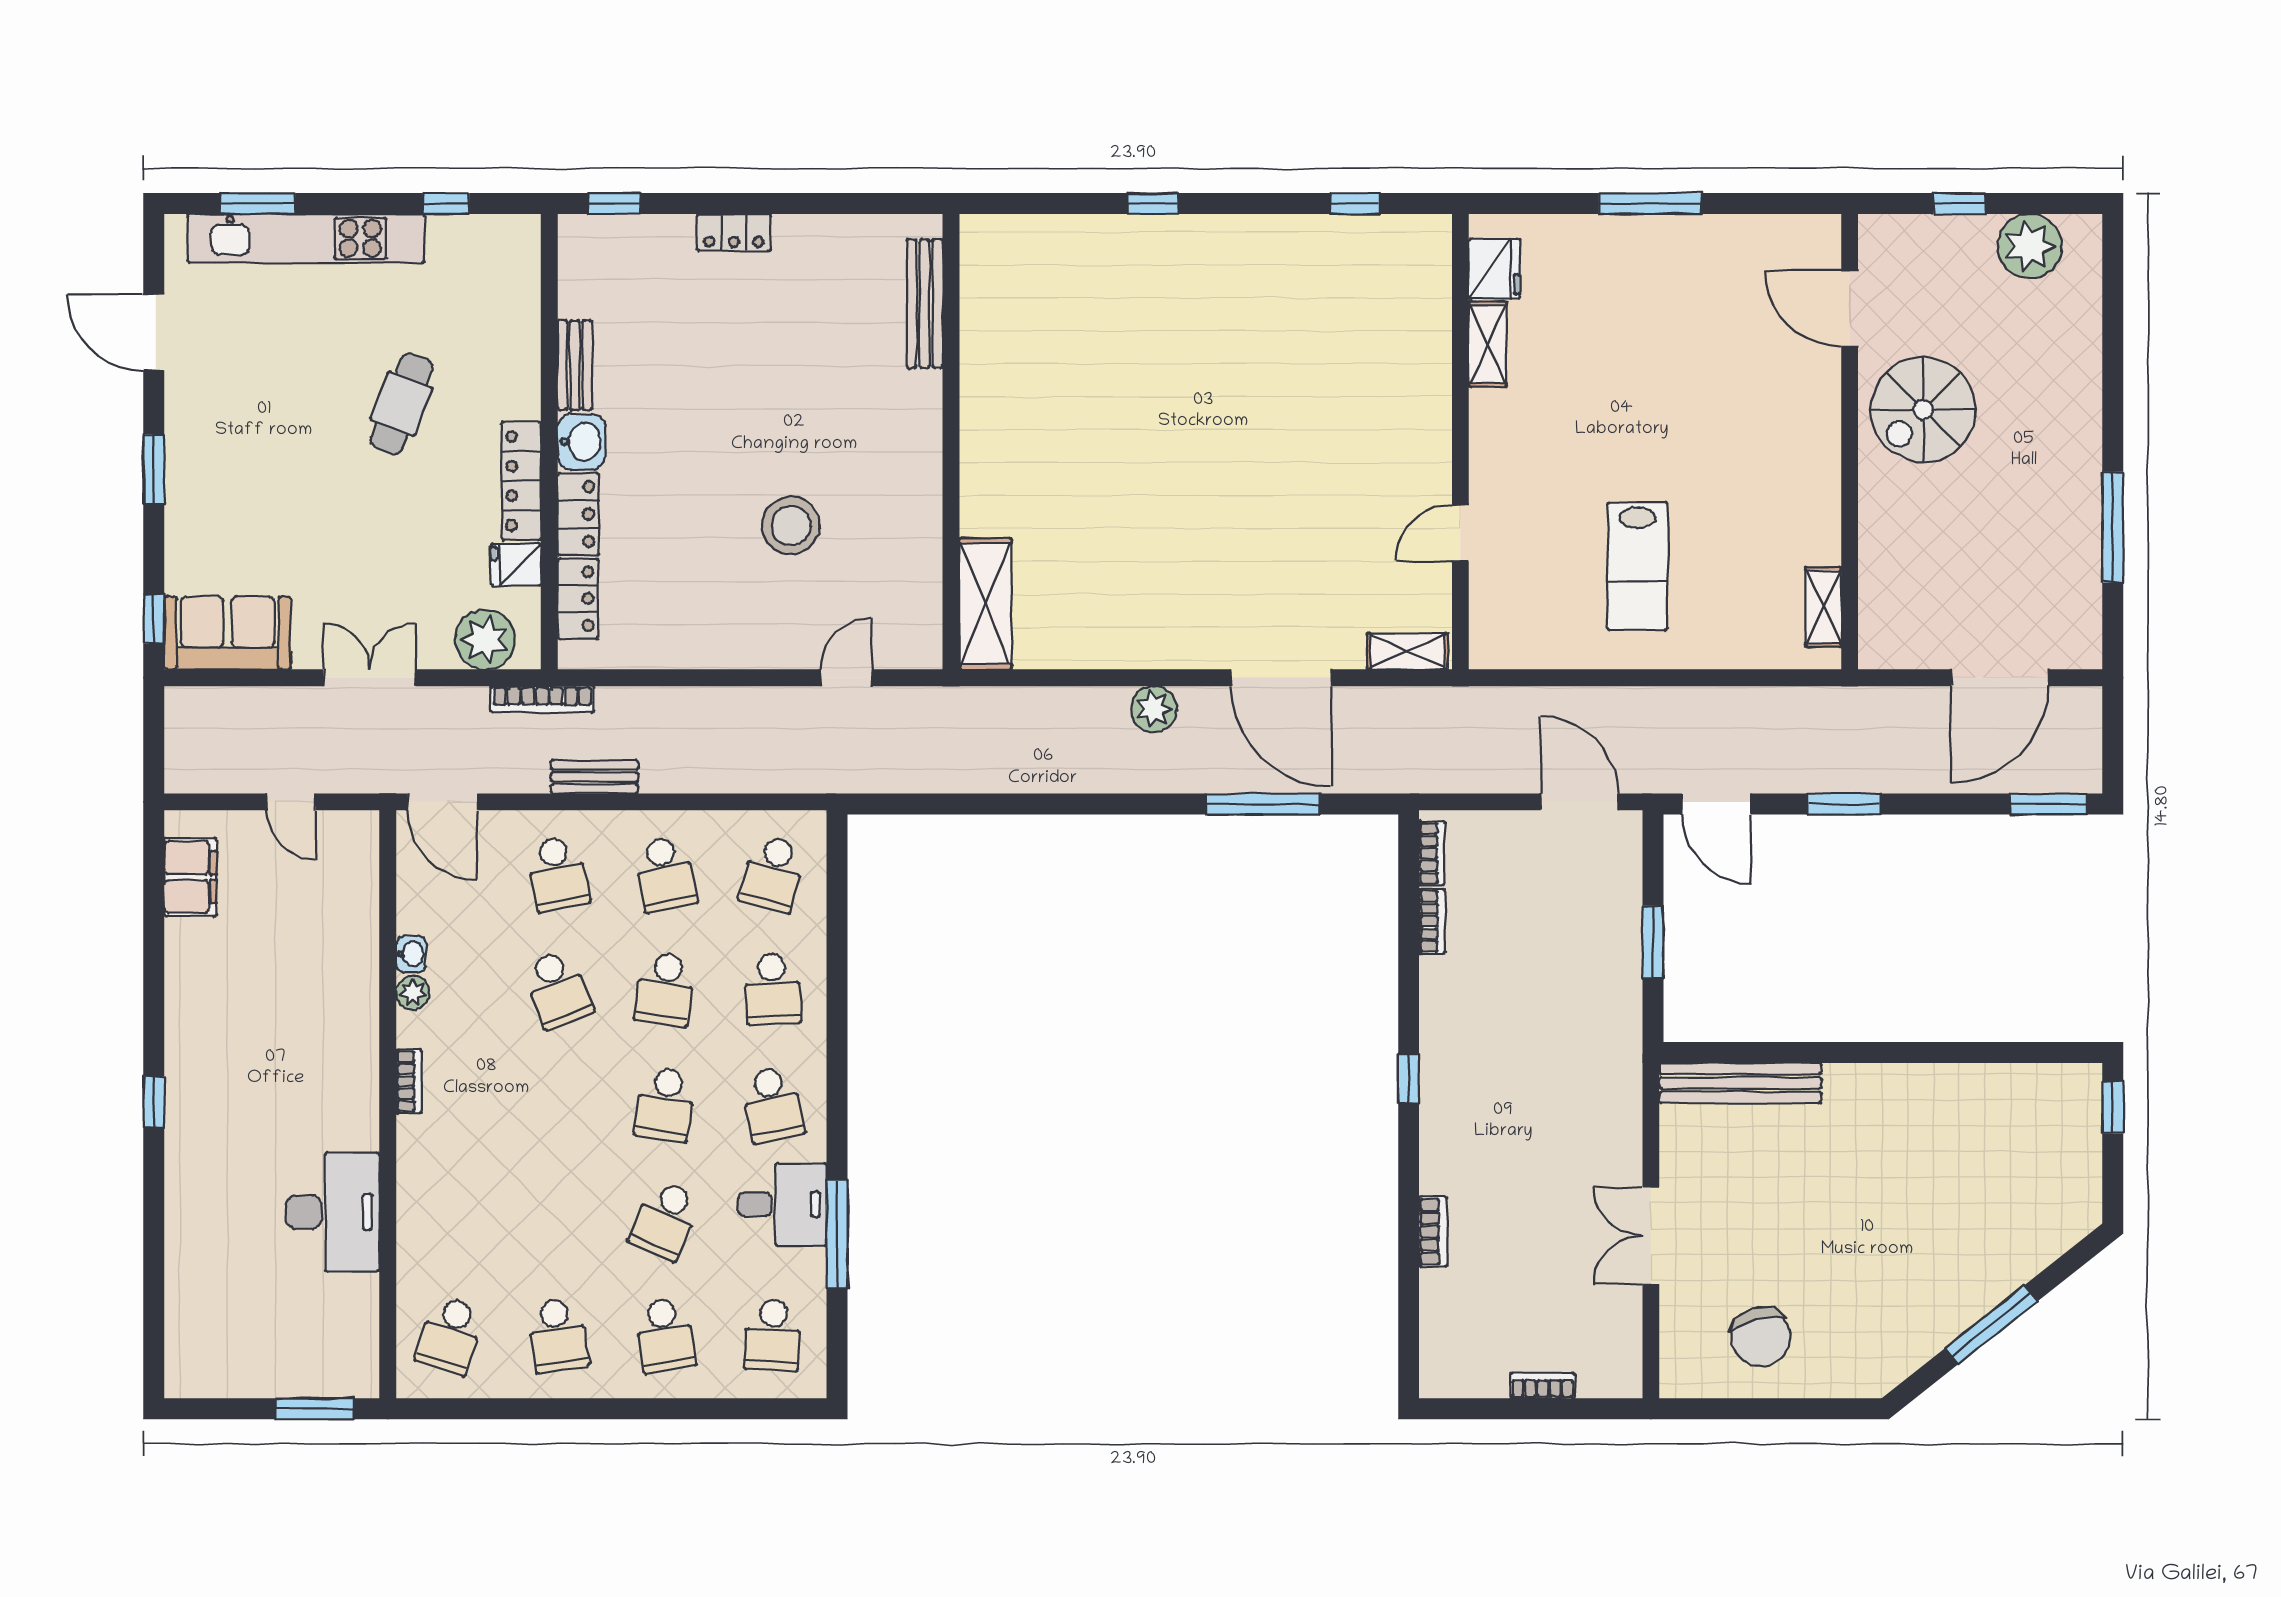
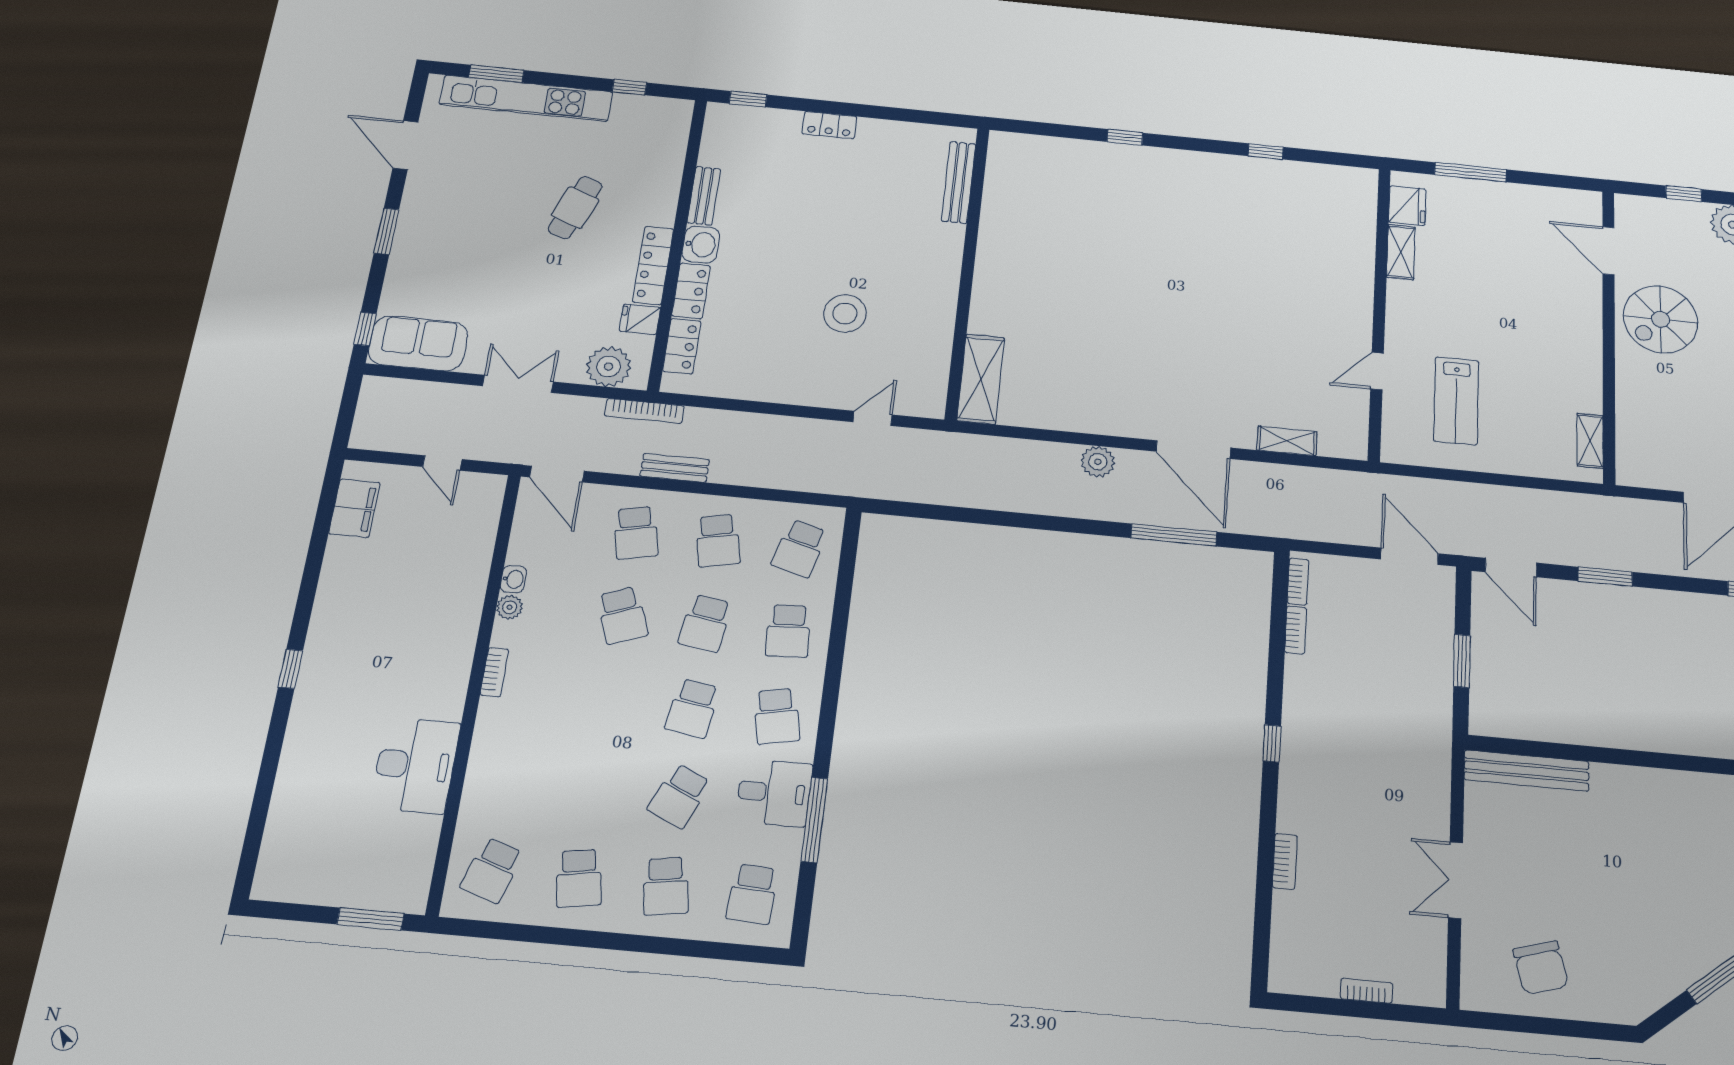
fridge: (1494, 269) -> (1407, 206), moved
shelving: (1488, 344) -> (1401, 252), moved
wall: (1460, 442) -> (1379, 312), moved
door: (1460, 533) -> (1377, 371), moved

